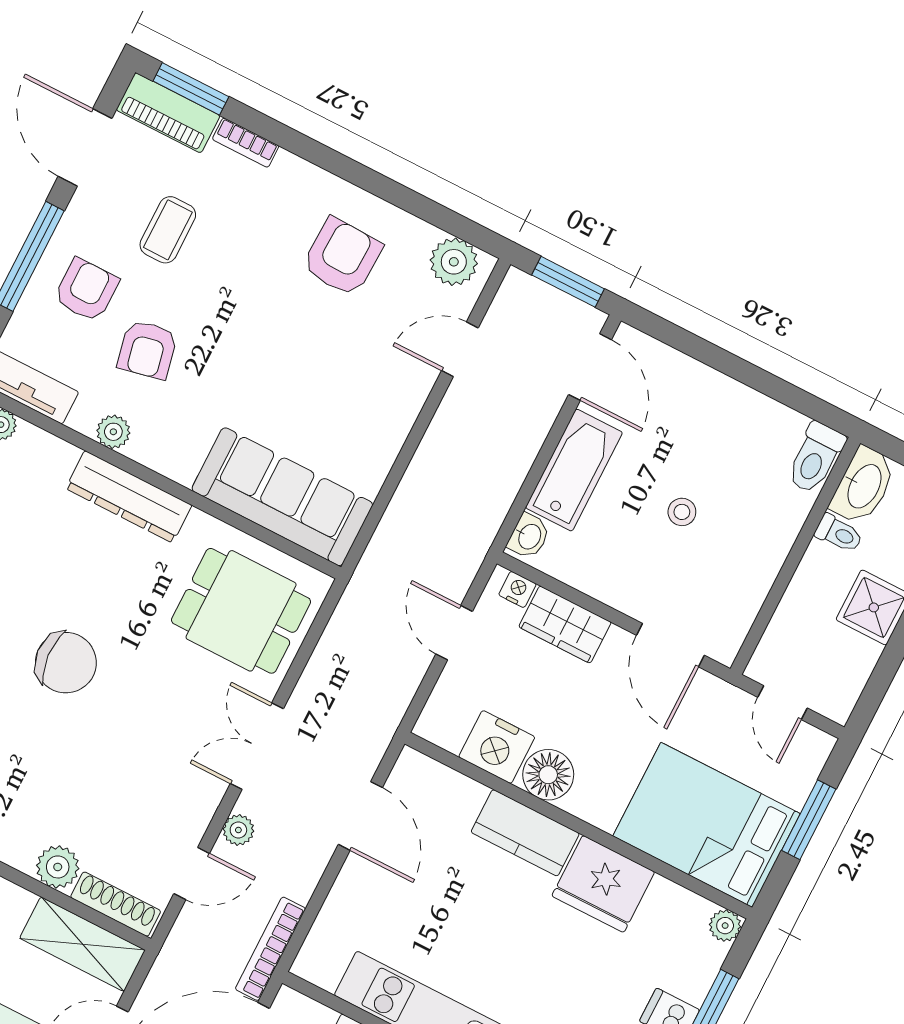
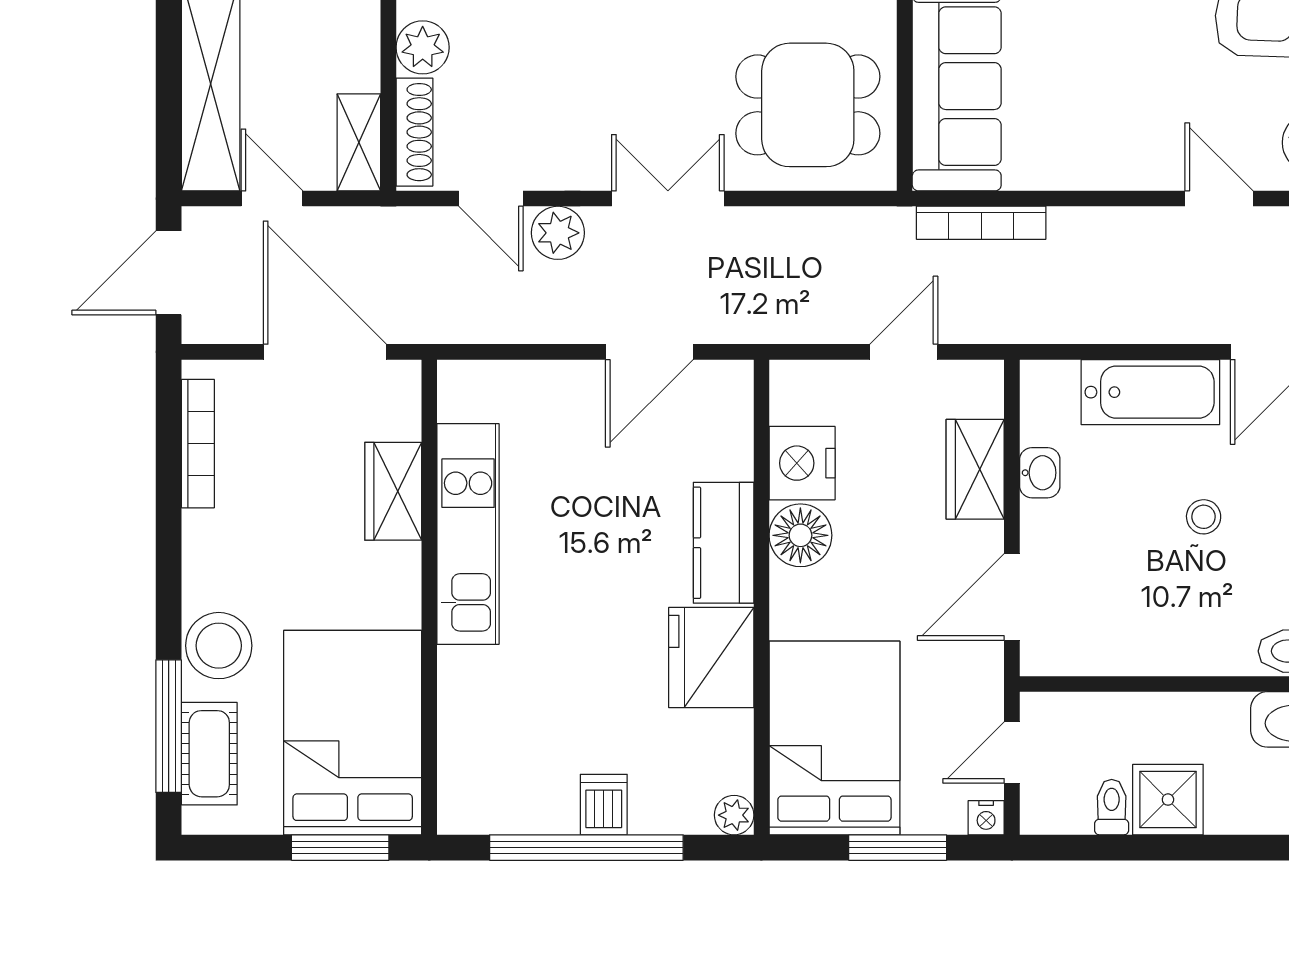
stool: (682, 512) -> (1204, 517), moved
toilet: (839, 534) -> (1112, 807), moved, turned 180
washbasin: (529, 536) -> (1040, 473), moved, turned -90
nightstand: (517, 589) -> (986, 818), moved, turned 90
dining table: (241, 611) -> (808, 105), turned 90
plant: (238, 830) -> (558, 233), width x1.38, depth x1.38
shelving: (82, 944) -> (359, 142), width x0.67, depth x0.75
bookcase: (270, 949) -> (981, 223), moved, turned 180

